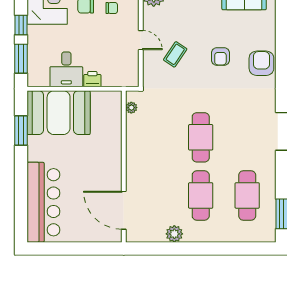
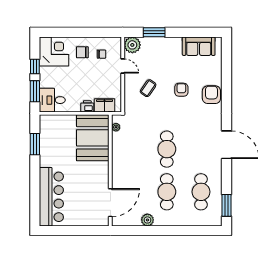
door: (141, 40) -> (123, 66), moved
armchair: (220, 57) -> (181, 90), turned 180
desk: (66, 69) -> (52, 100), moved, turned 90
filing cabinet: (116, 78) -> (105, 105), added
booth: (59, 113) -> (93, 138), moved, turned 90
door: (124, 210) -> (110, 203), swing flipped

